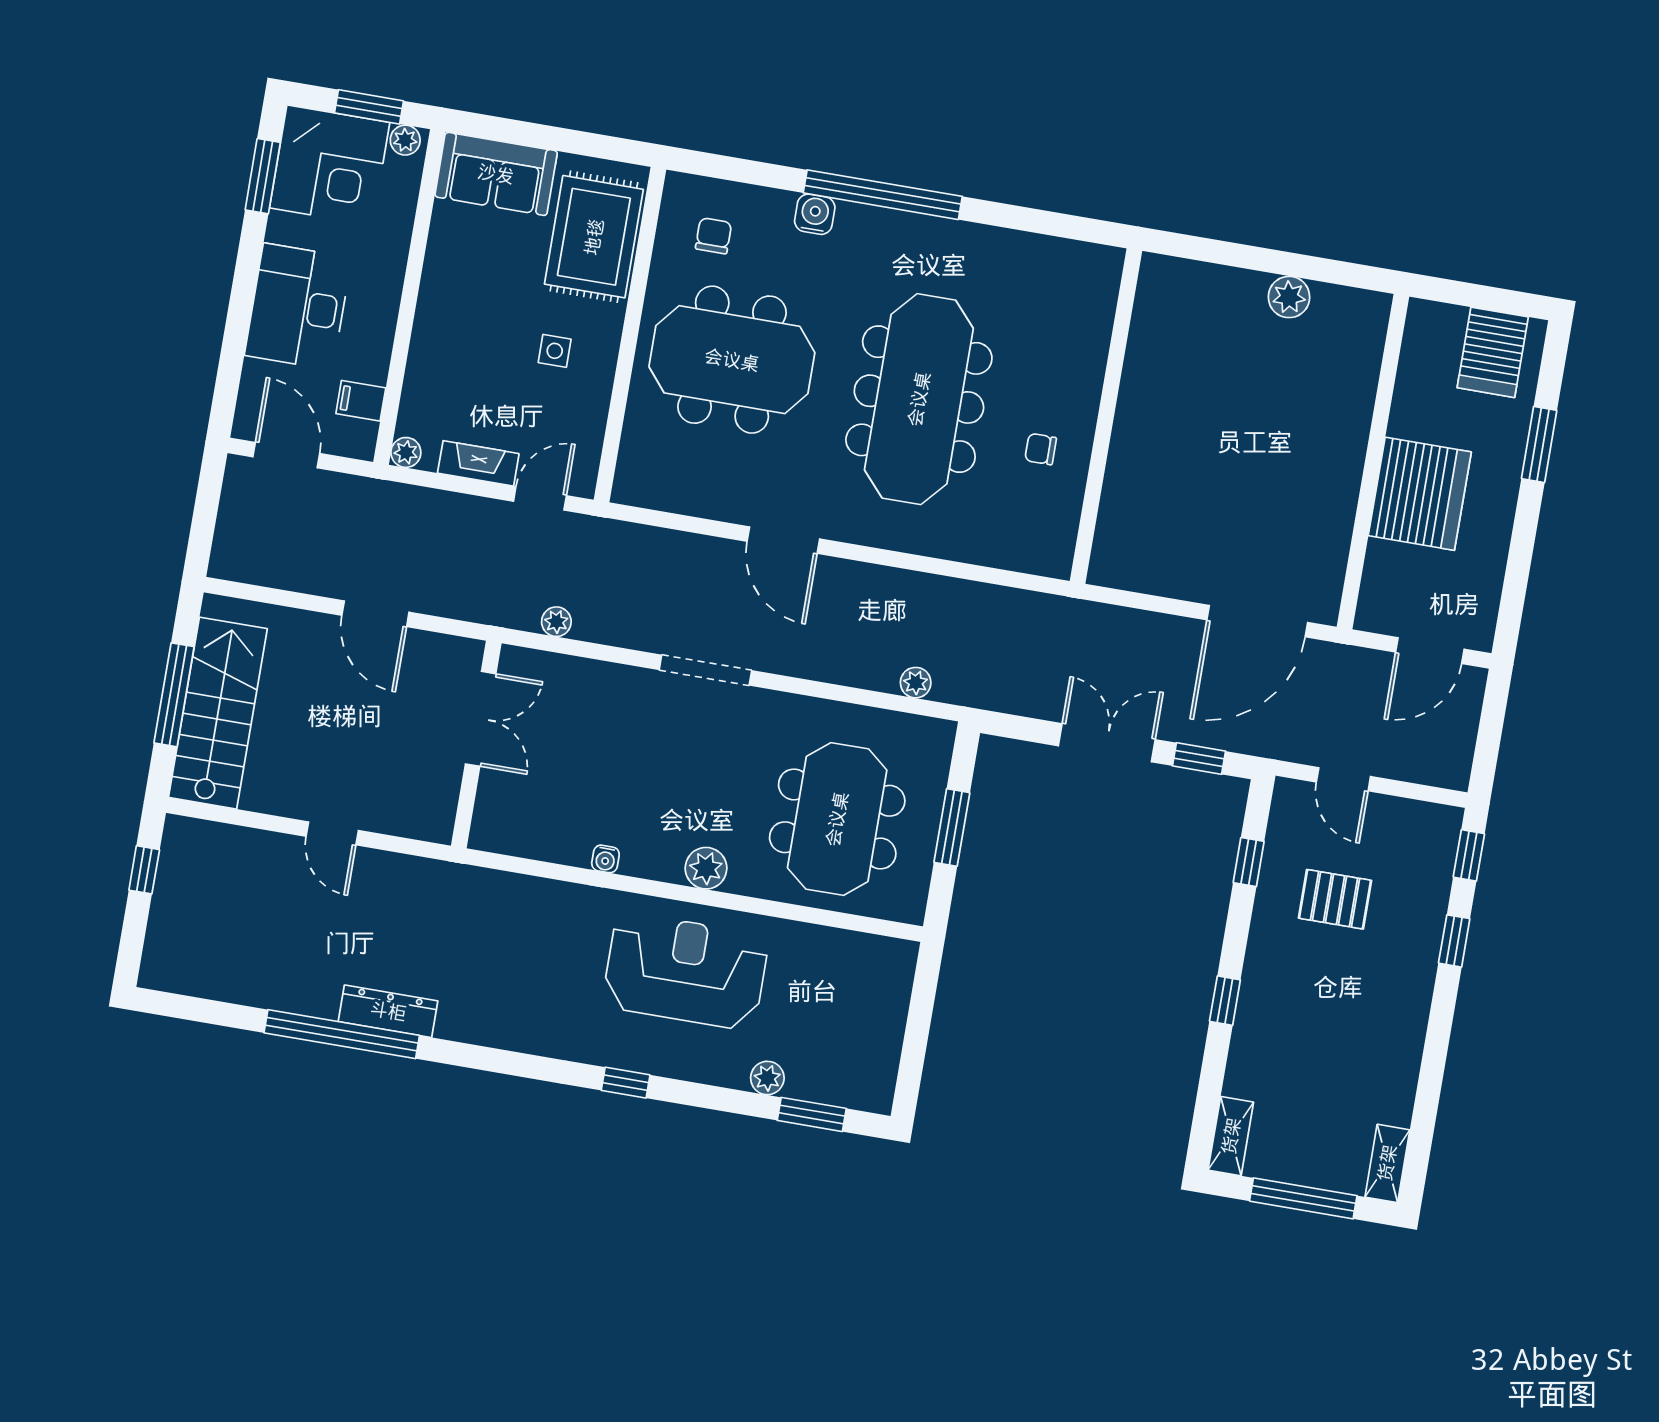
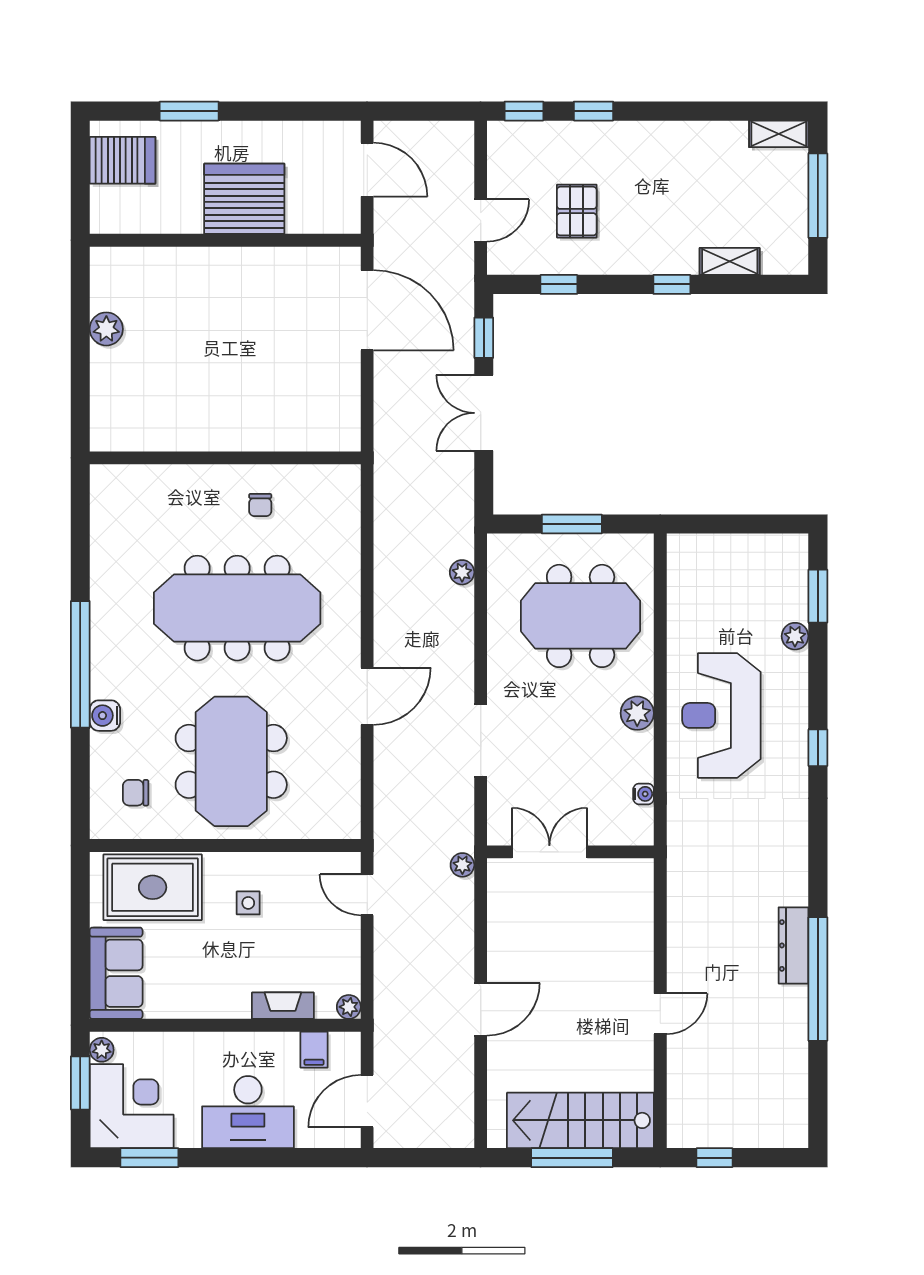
fireplace: (478, 463) -> (283, 1006), moved, turned 90
double door: (481, 719) -> (549, 852), moved
wall: (476, 744) -> (570, 852), moved
shelving: (1231, 1136) -> (730, 261), moved

